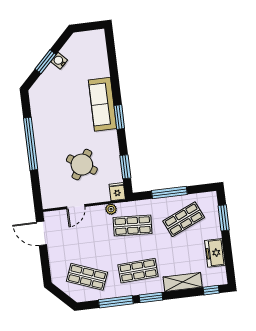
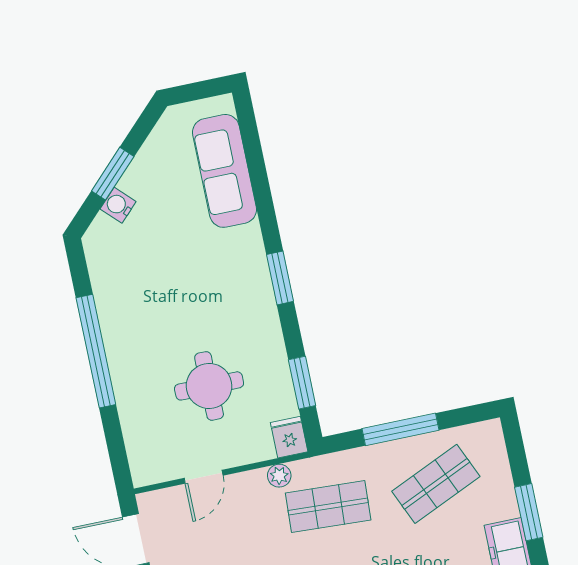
water cooler: (59, 61) -> (118, 205), moved
sofa: (102, 104) -> (225, 171), moved
round table: (82, 165) -> (209, 386), turned -33
window: (224, 218) -> (529, 512), moved

